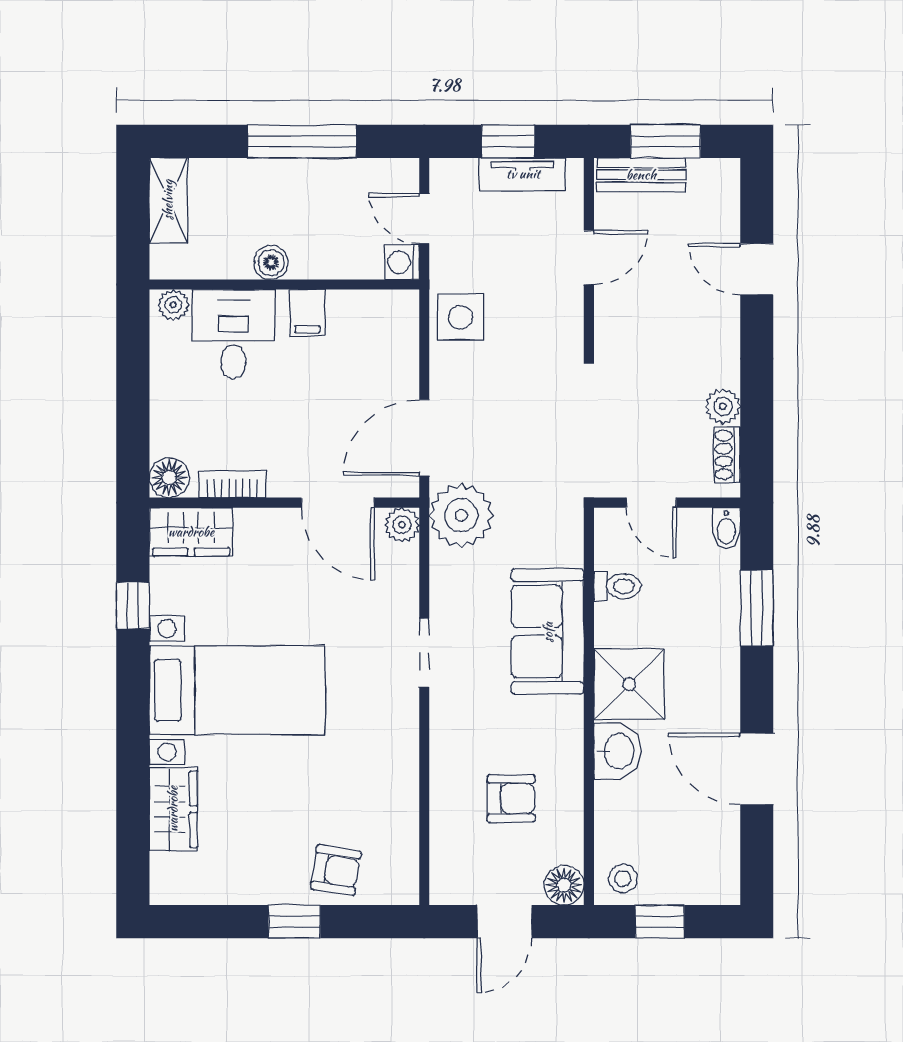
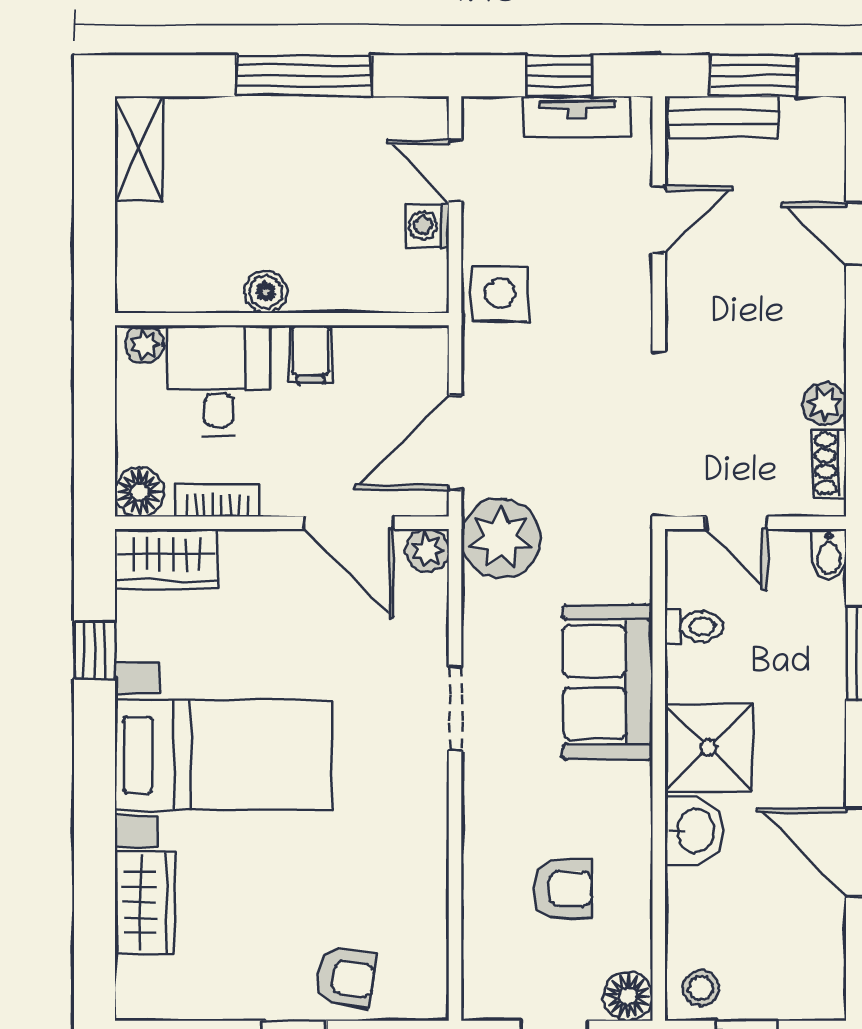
boiler: (271, 262) -> (266, 292), moved
wall: (284, 285) -> (282, 319), moved
plant: (173, 305) -> (145, 344), moved
filing cabinet: (307, 313) -> (310, 354), moved
desk: (233, 334) -> (219, 380), moved

